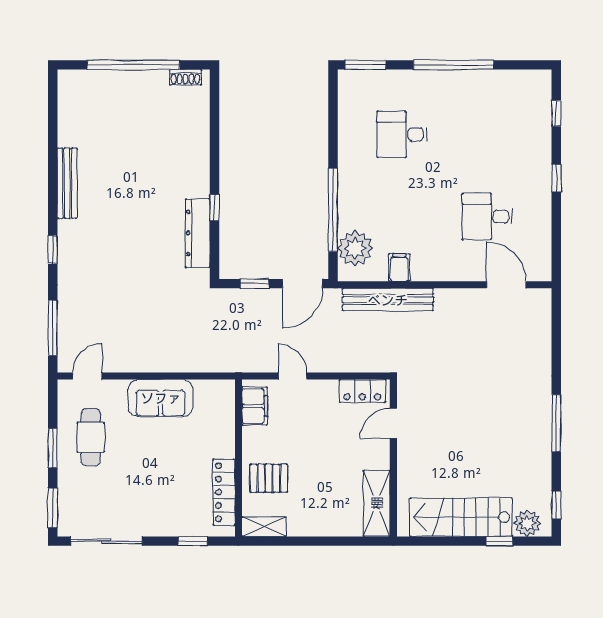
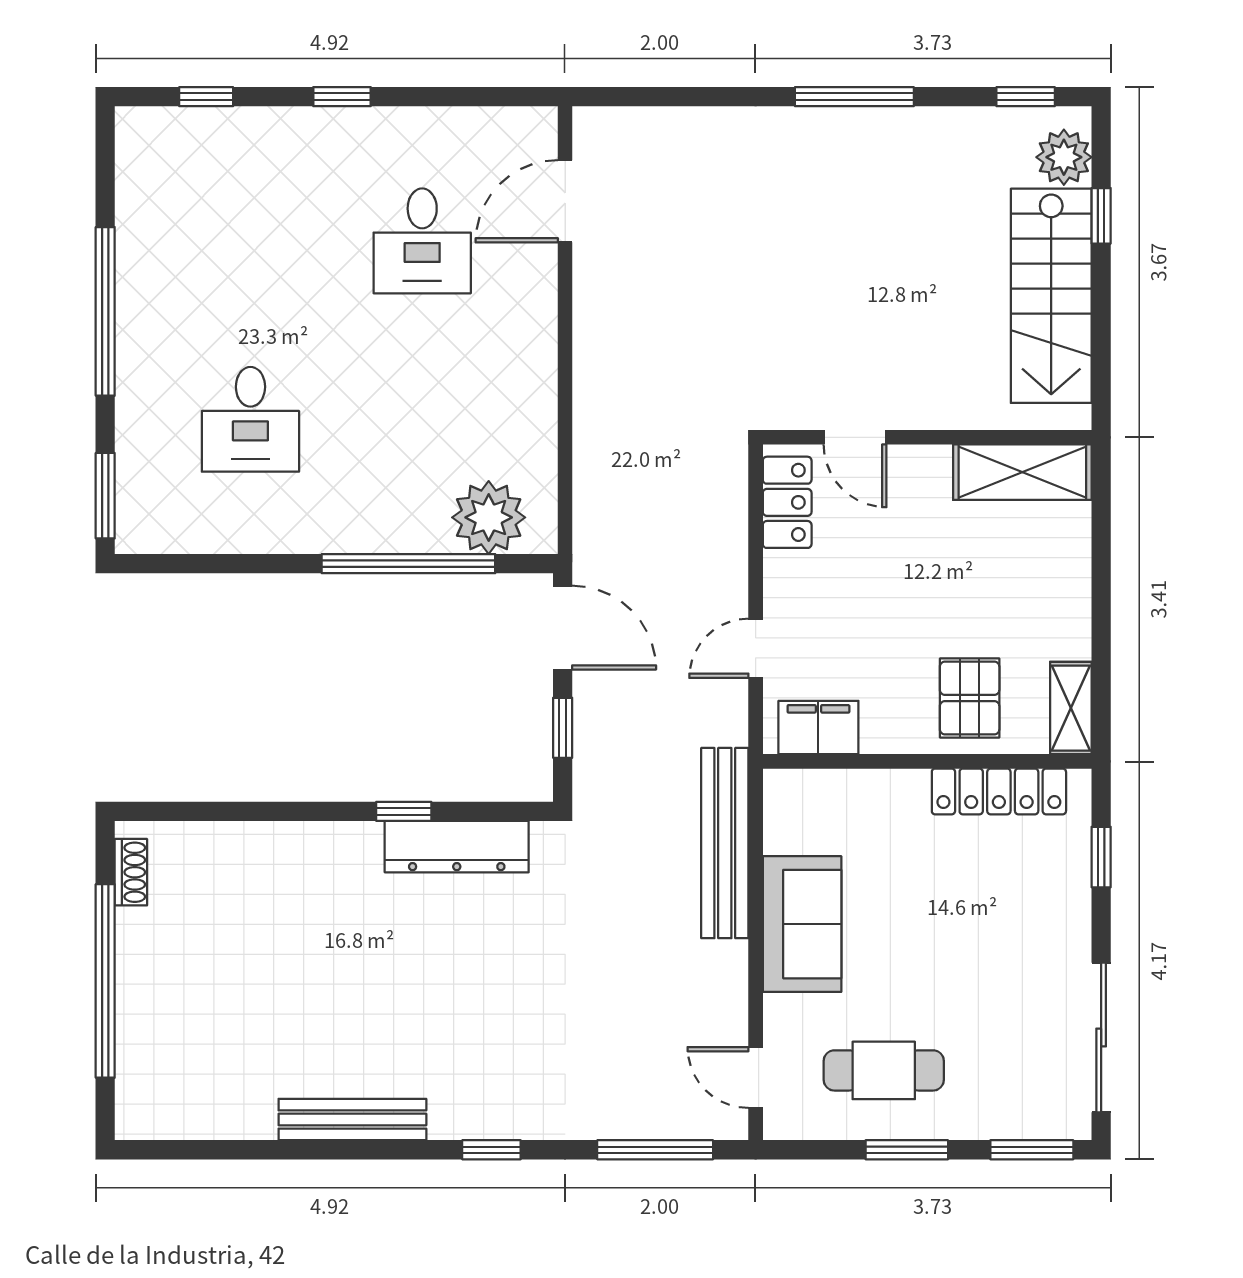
filing cabinet: (399, 267) -> (529, 425), removed
bench: (388, 300) -> (725, 843), moved

